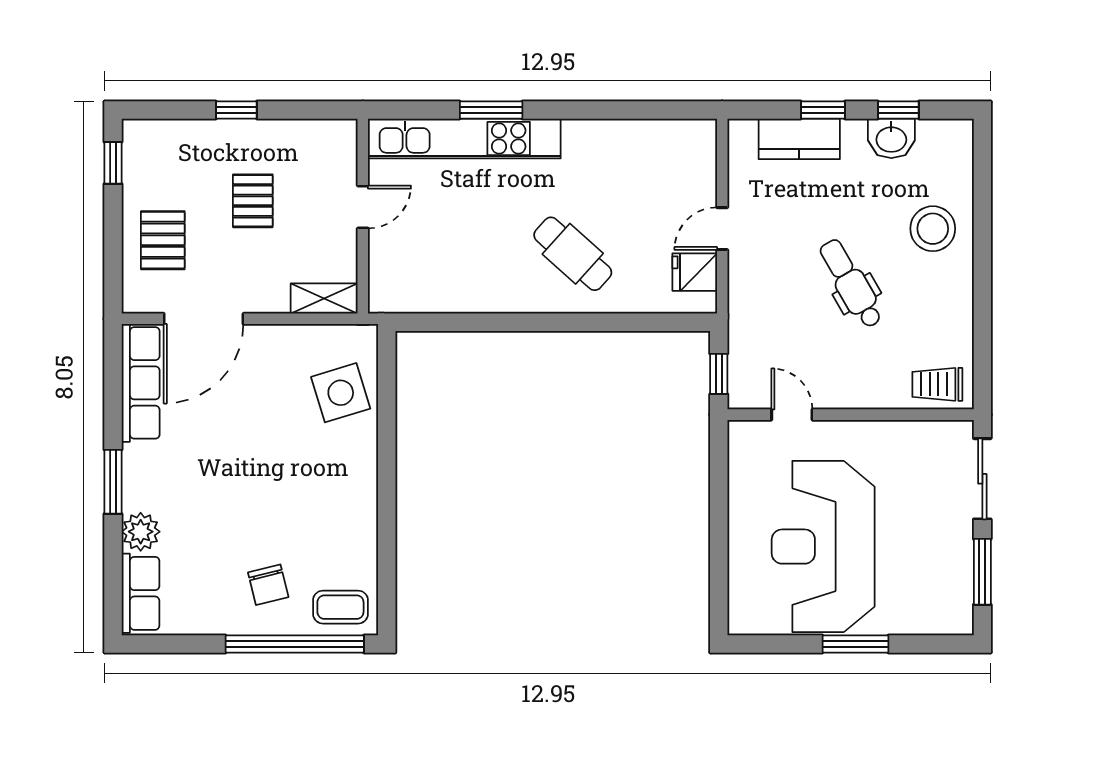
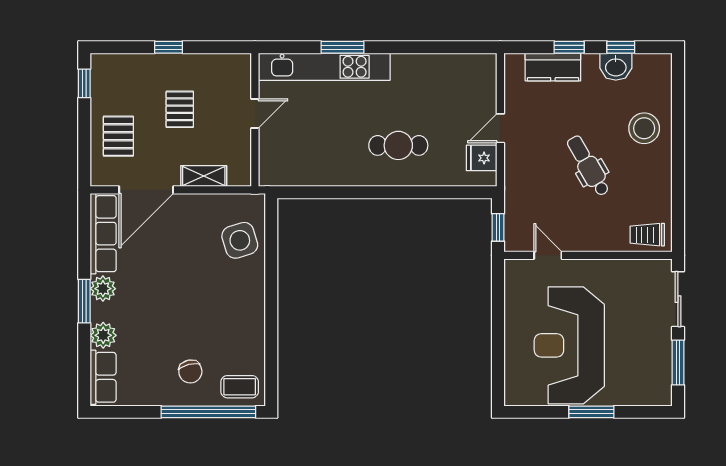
cafe table: (573, 254) -> (398, 145), turned -42
shelving: (324, 299) -> (204, 176), moved
plant: (140, 463) -> (103, 289), added

